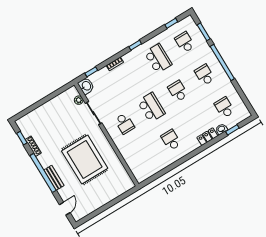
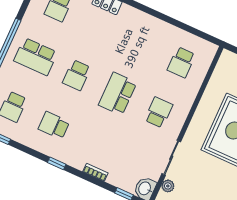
school desk: (158, 58) -> (54, 125), width x0.54
school desk: (205, 75) -> (36, 57), width x1.85
school desk: (171, 140) -> (181, 62), moved

